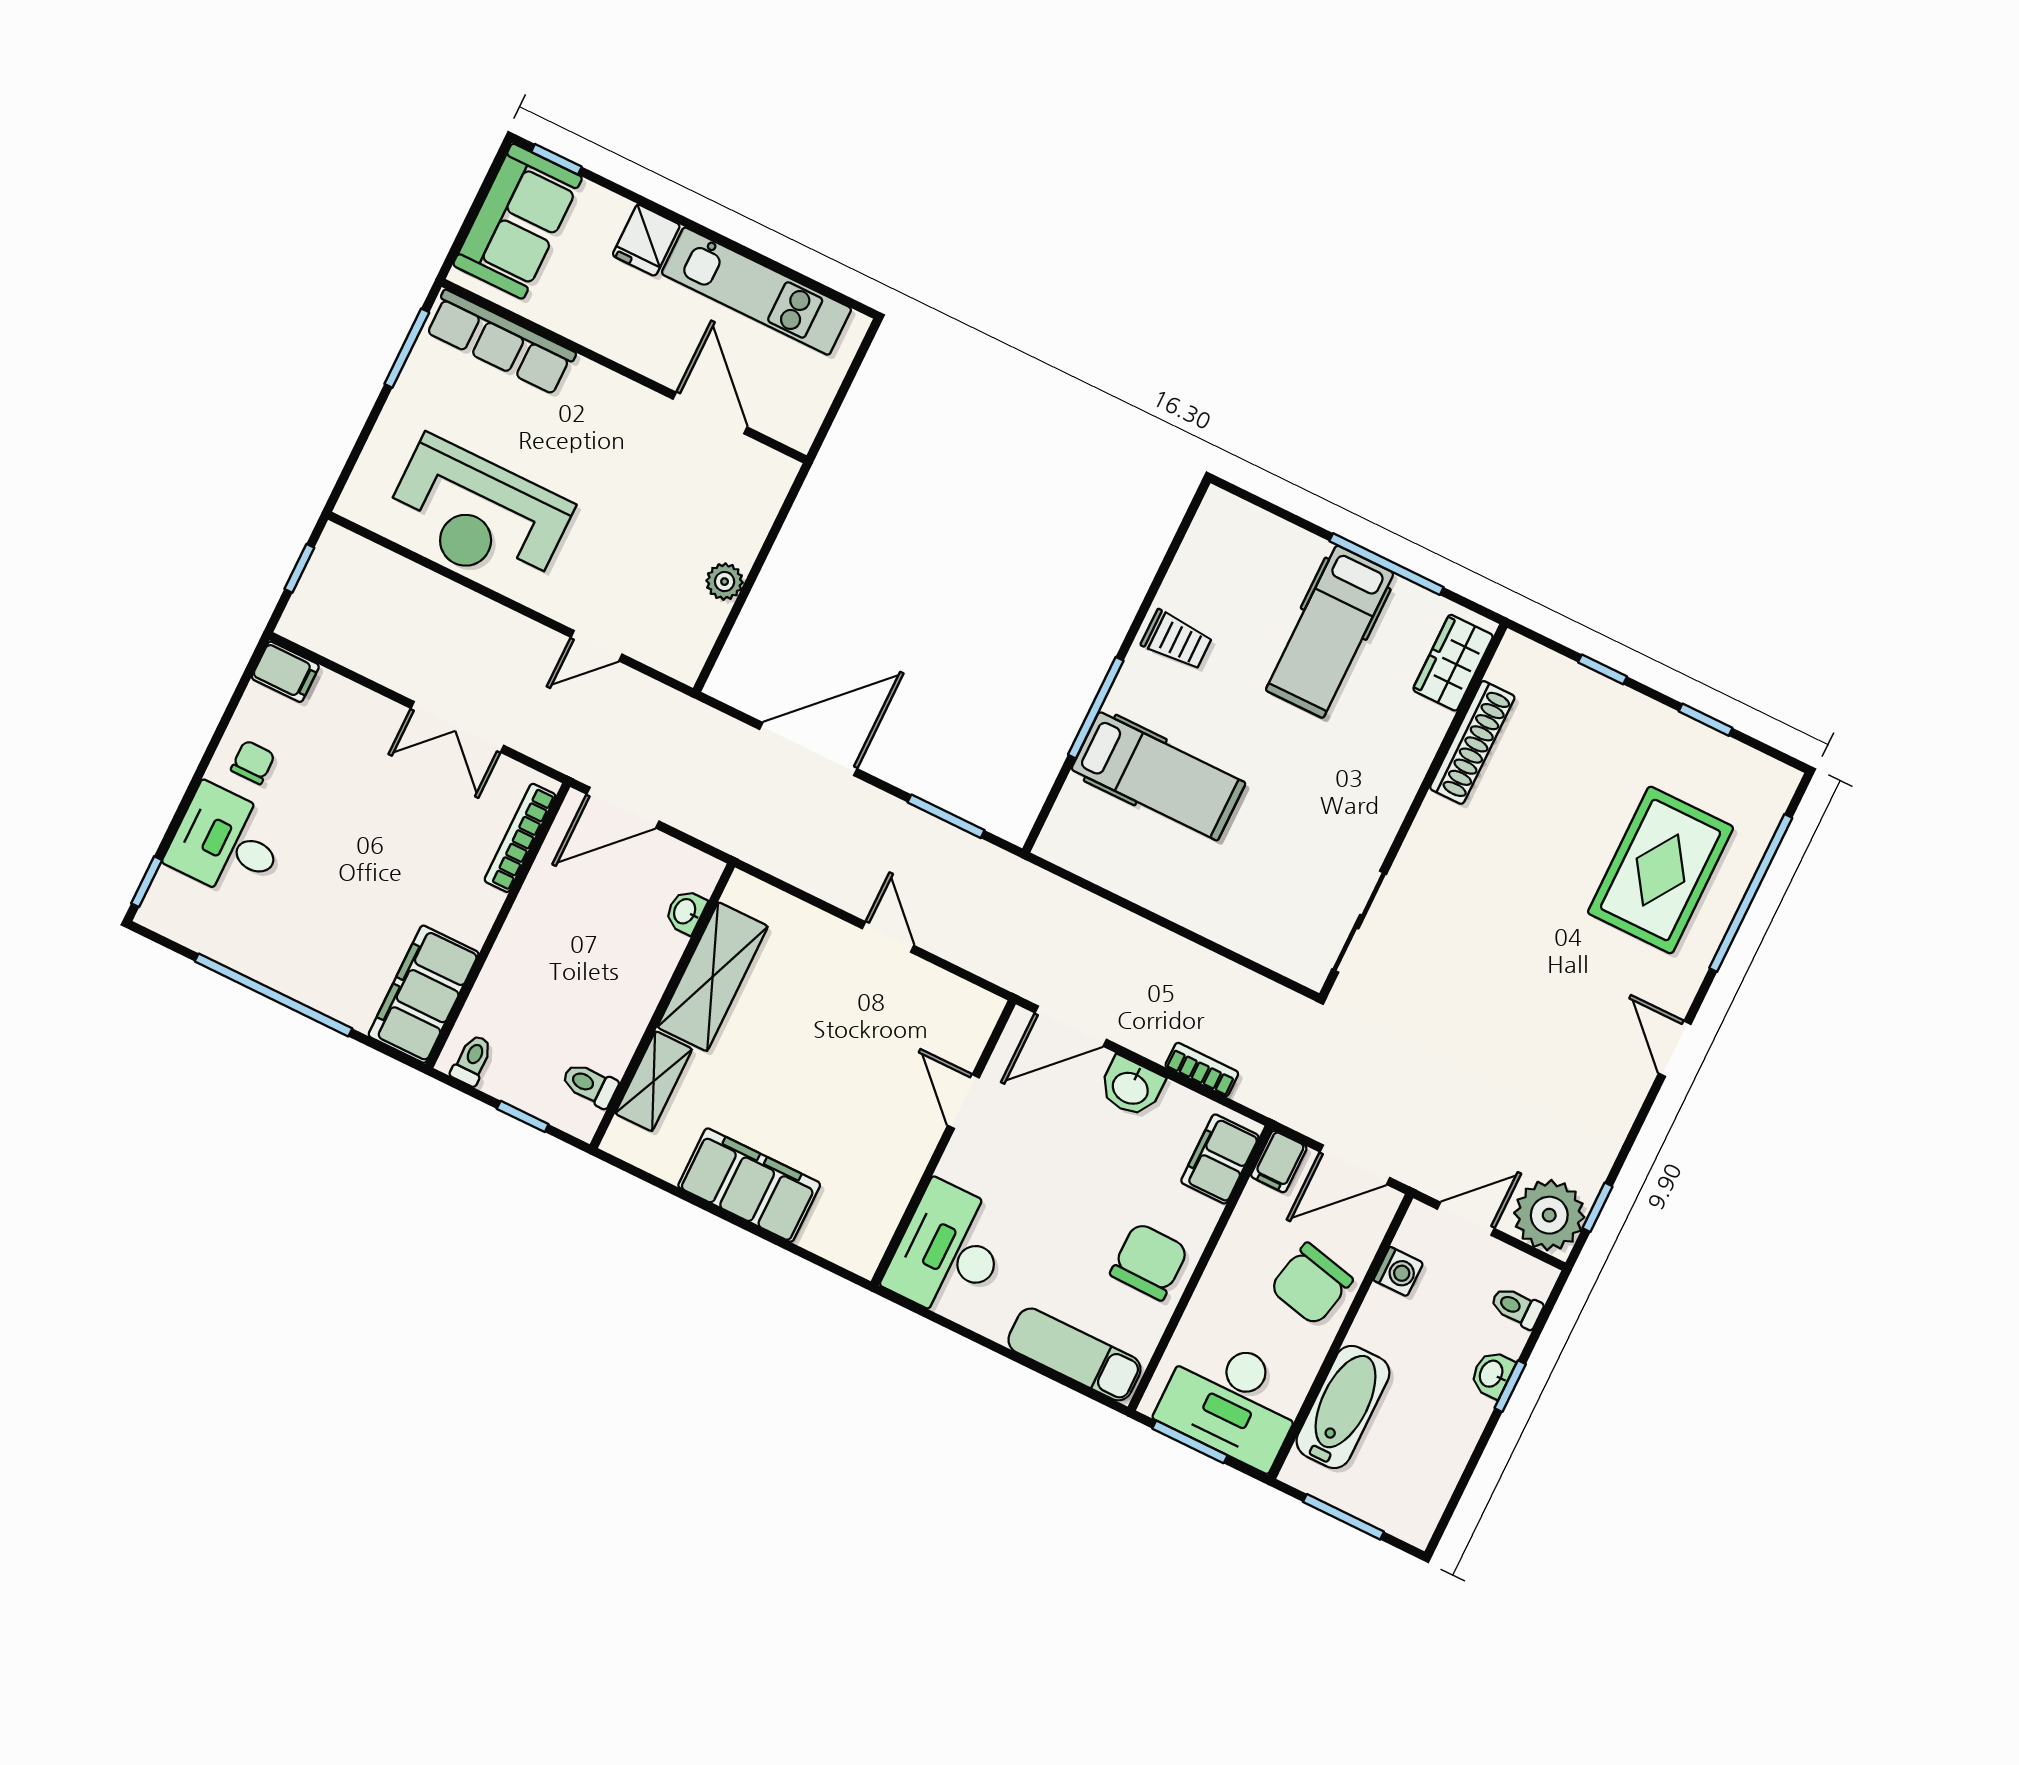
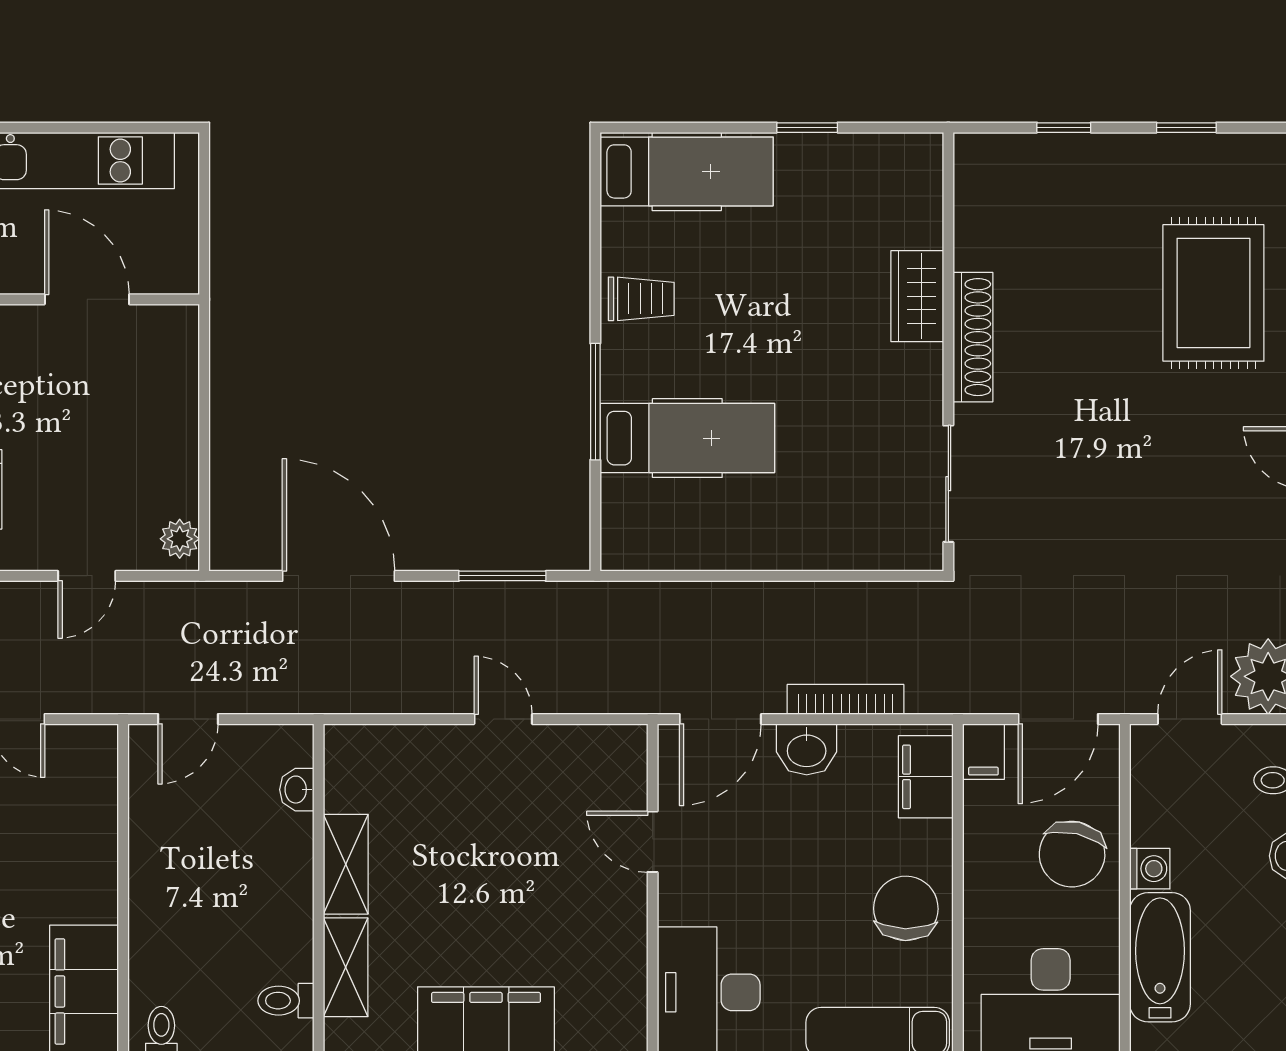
window: (1386, 564) -> (807, 128), width x0.46
plant: (725, 582) -> (180, 539), moved
hospital bed: (1330, 632) -> (687, 171), moved, turned -90
wardrobe: (1453, 663) -> (917, 296), moved
shoe rack: (1472, 742) -> (973, 337), moved
door: (808, 749) -> (339, 576), hinge flipped
door: (623, 808) -> (188, 719), width x0.73
bookcase: (520, 838) -> (103, 796), removed
shelving: (713, 977) -> (346, 864), width x0.67, depth x0.75
bookcase: (1202, 1070) -> (845, 699), width x1.56
washing machine: (1398, 1272) -> (1150, 869), moved

